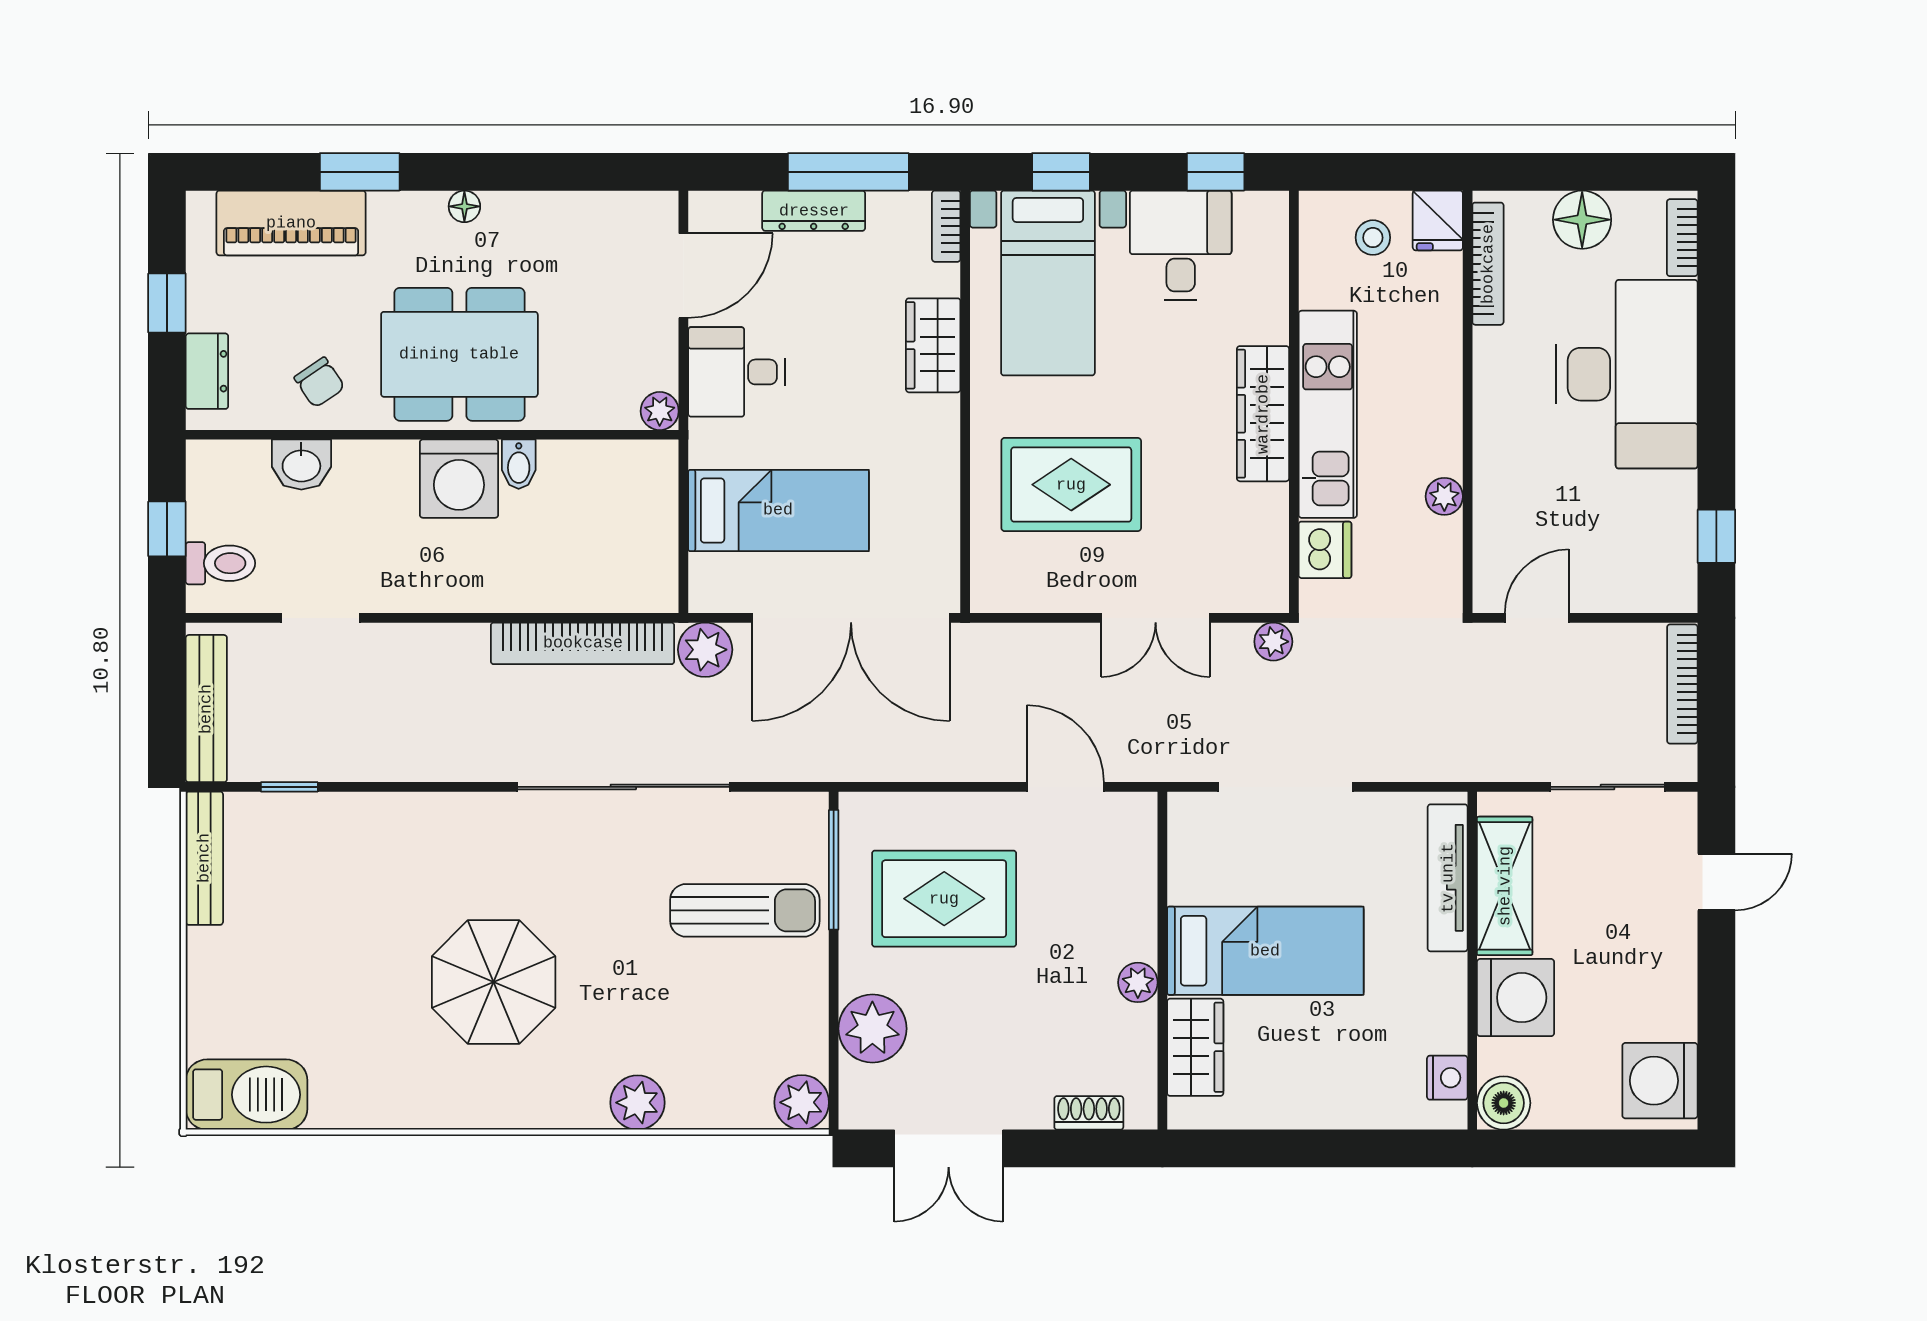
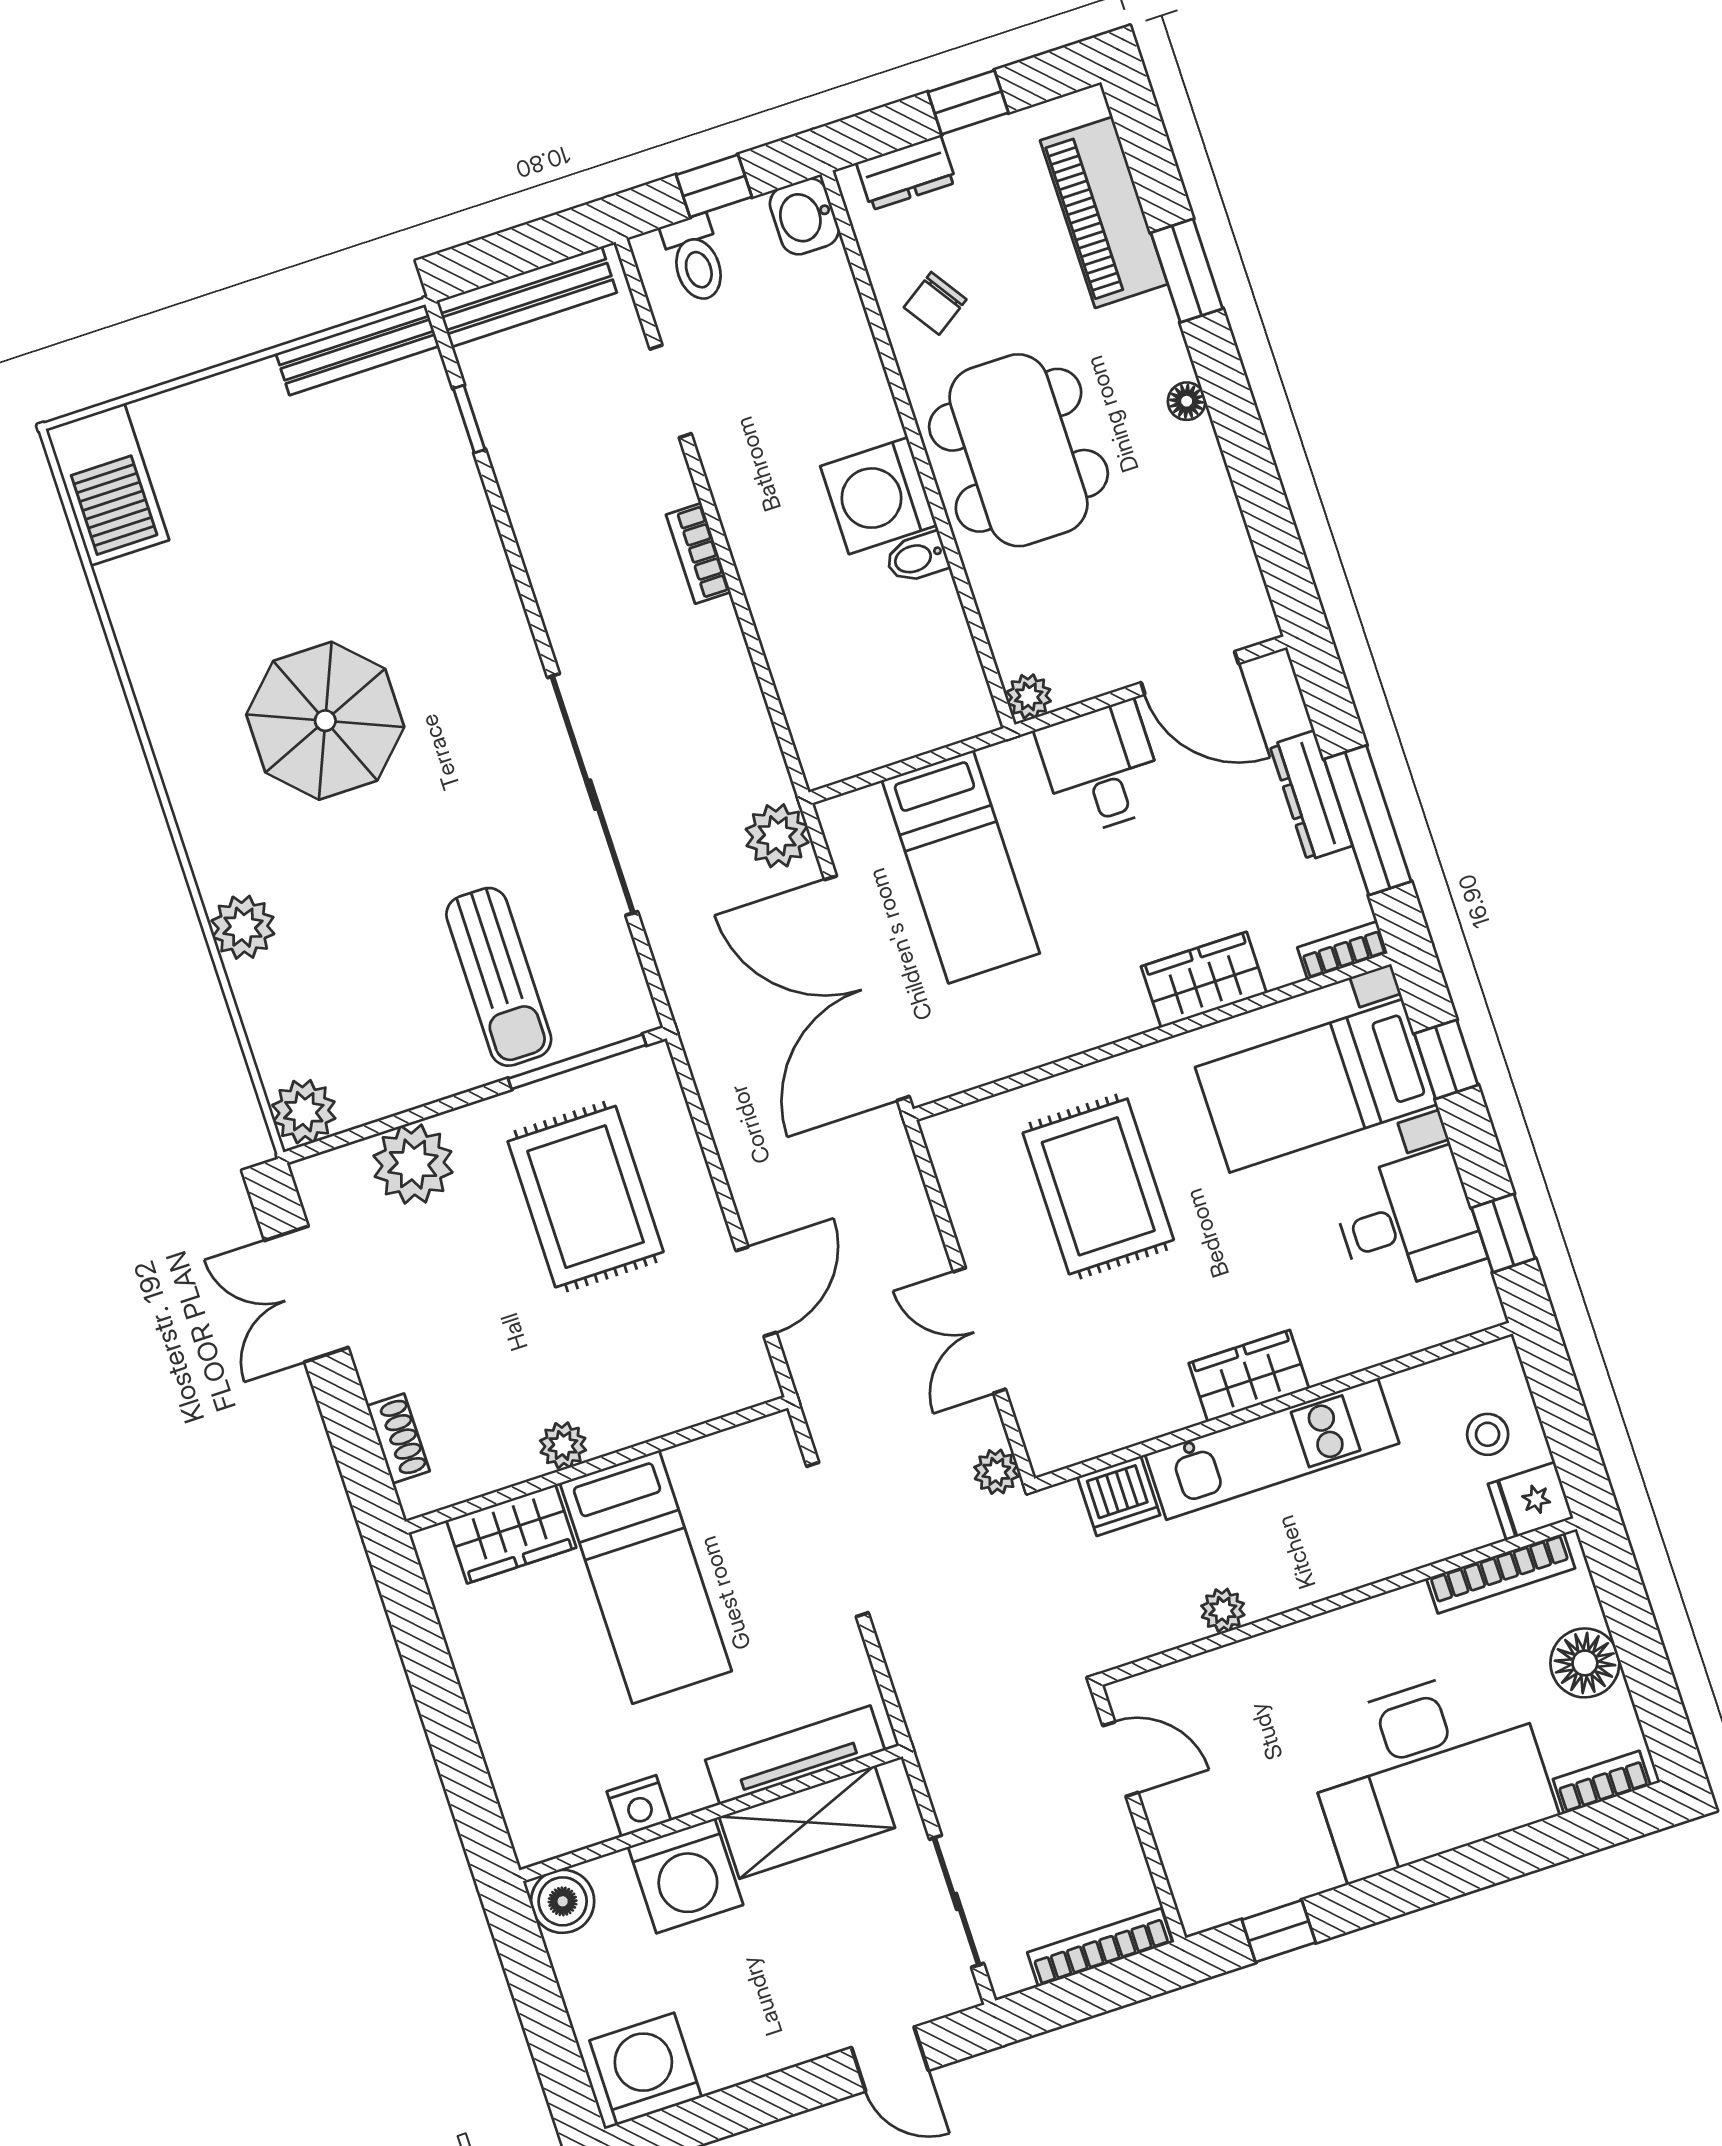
wardrobe: (1263, 414) -> (1249, 1376), width x0.67
washbasin: (301, 464) -> (804, 216), moved
bookcase: (583, 643) -> (698, 553), moved, width x0.43, depth x0.76
nightstand: (1447, 1078) -> (639, 1806), moved

